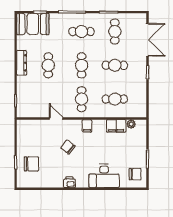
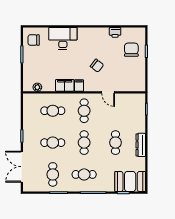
filing cabinet: (116, 126) -> (65, 85), moved
chair: (31, 164) -> (131, 50), turned 90
printer: (70, 182) -> (115, 32), moved

